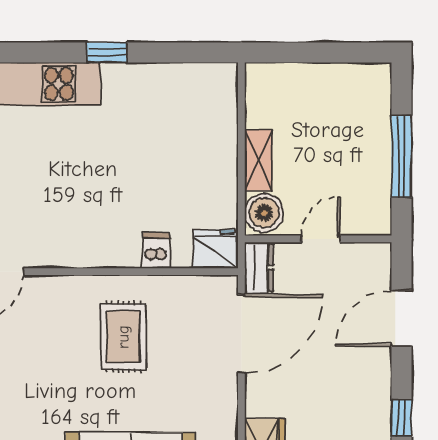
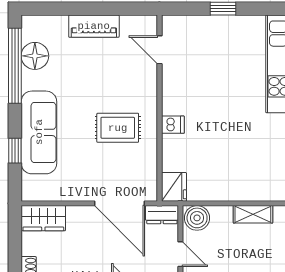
shelving: (258, 160) -> (253, 214), moved
dishwasher: (156, 251) -> (173, 125), moved

